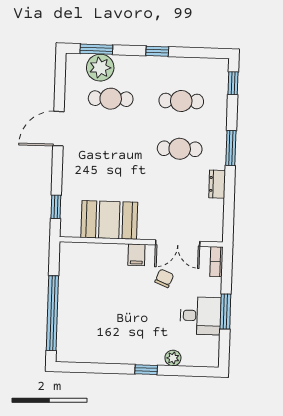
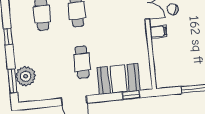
cafe table: (111, 99) -> (82, 62), moved
booth: (109, 220) -> (119, 79), moved, turned 90

